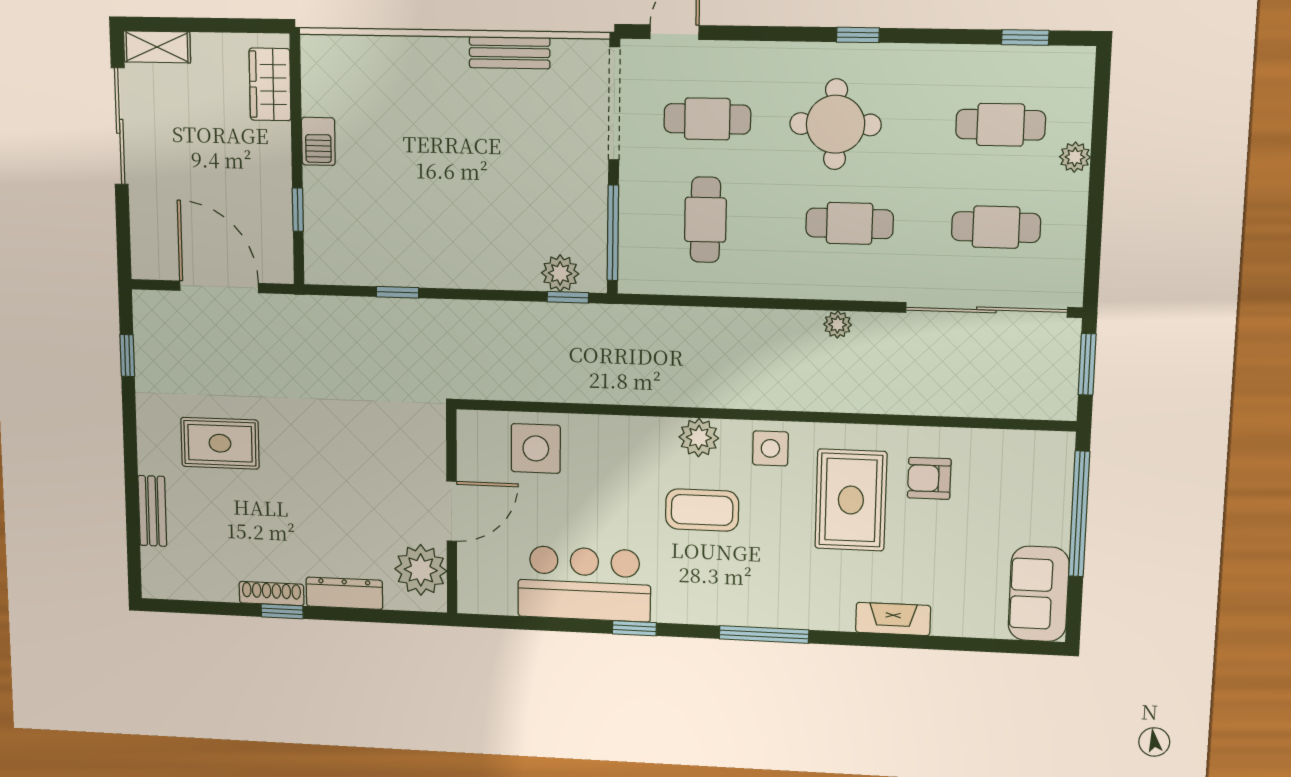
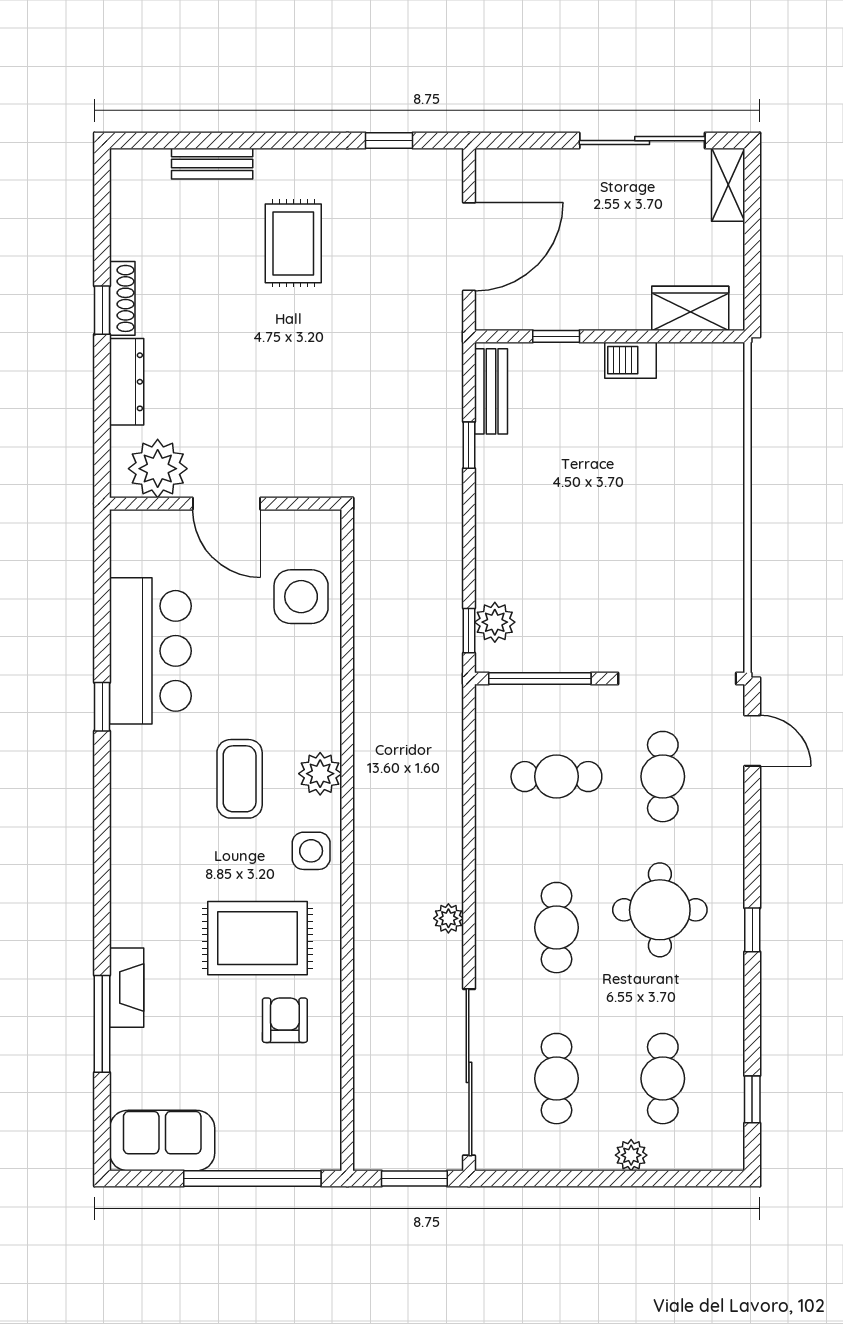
bench: (510, 53) -> (491, 391), moved
window: (764, 634) -> (102, 1024), moved

